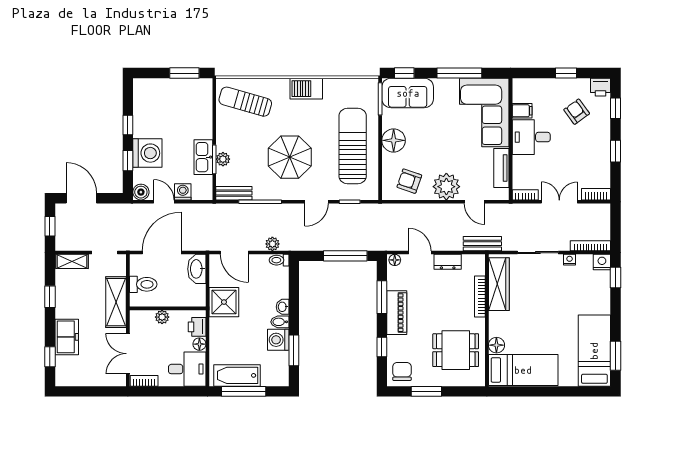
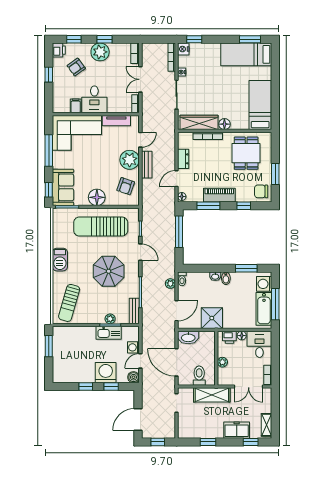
plant: (598, 145) -> (100, 52), added
bench: (482, 244) -> (147, 165), moved
shelving: (72, 261) -> (267, 425), moved
washing machine: (278, 340) -> (264, 284), moved, turned 90
floor lamp: (496, 345) -> (224, 124), moved

